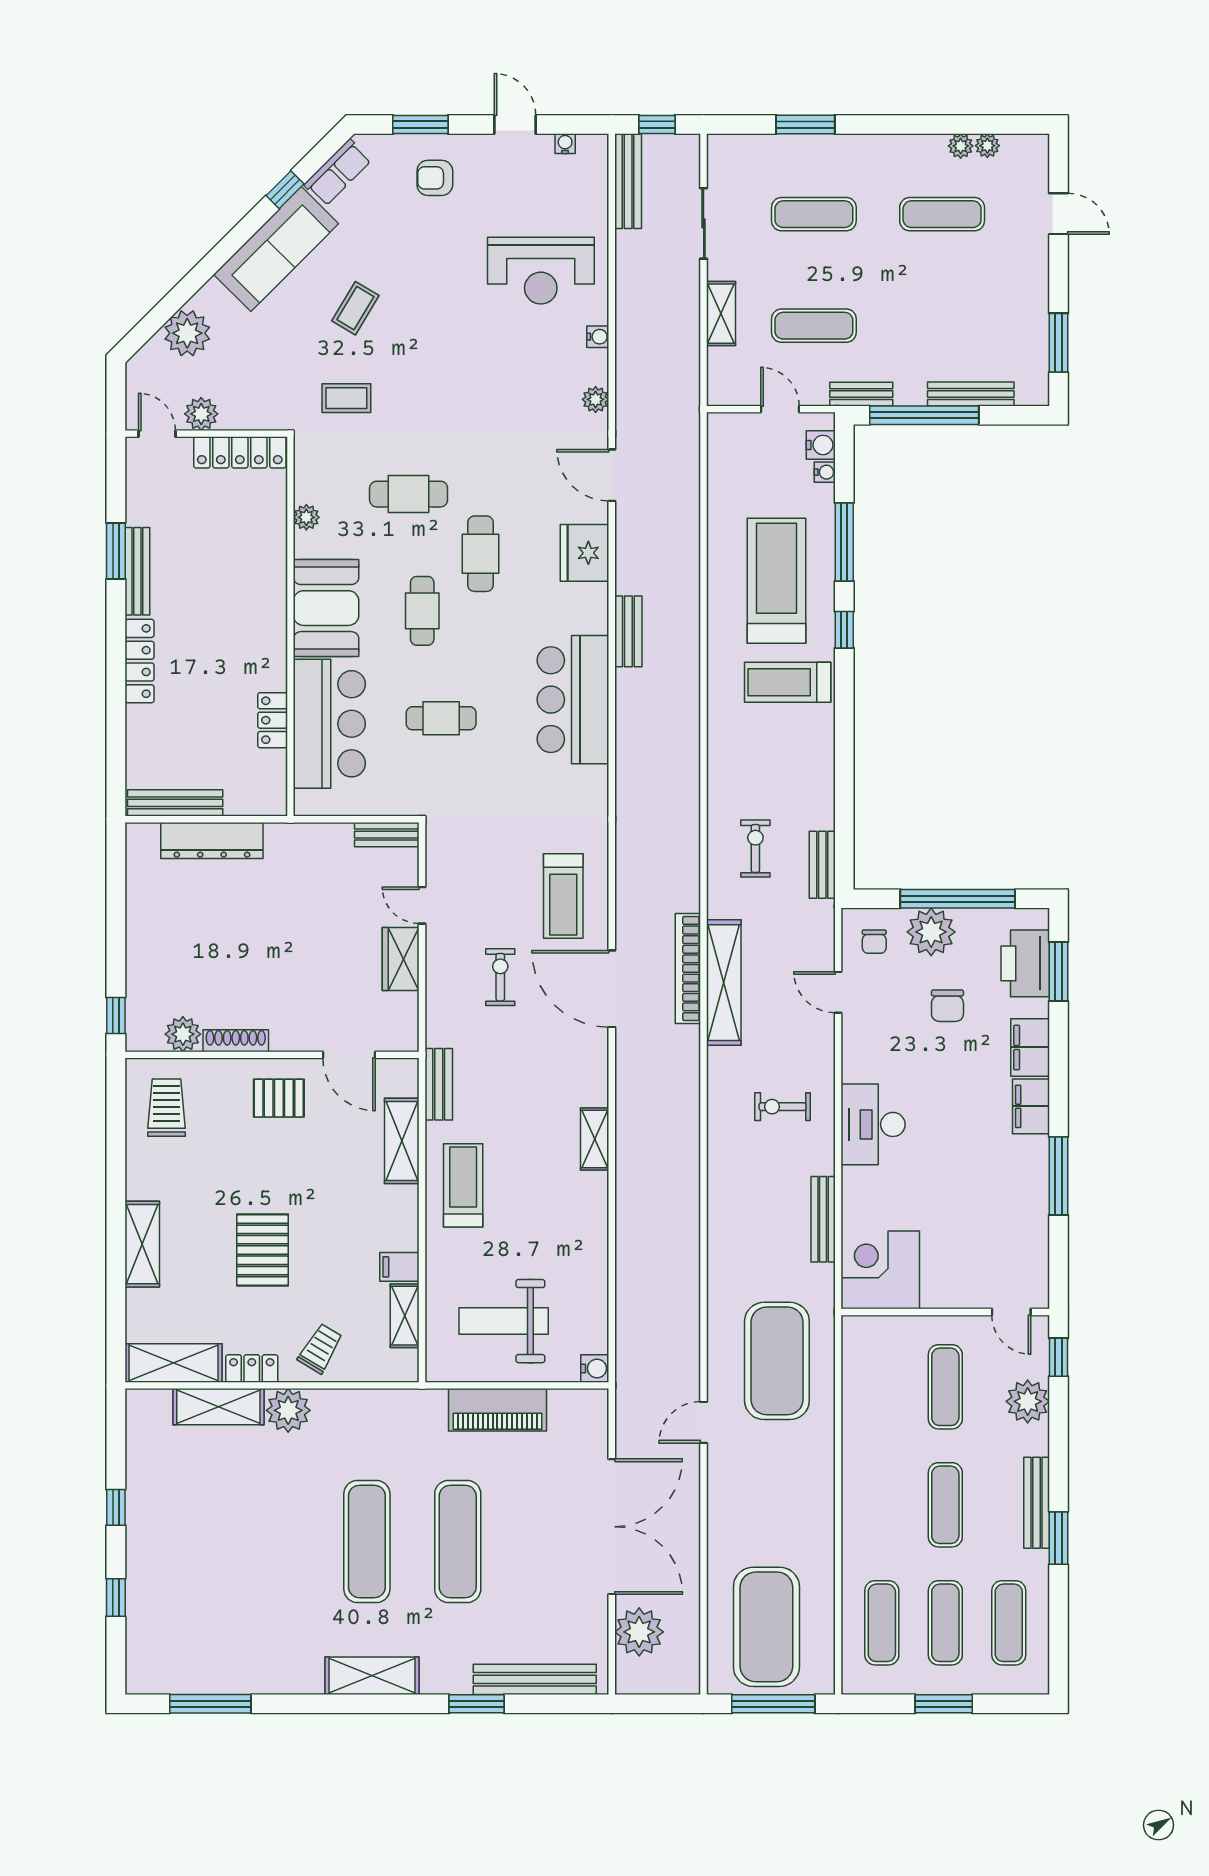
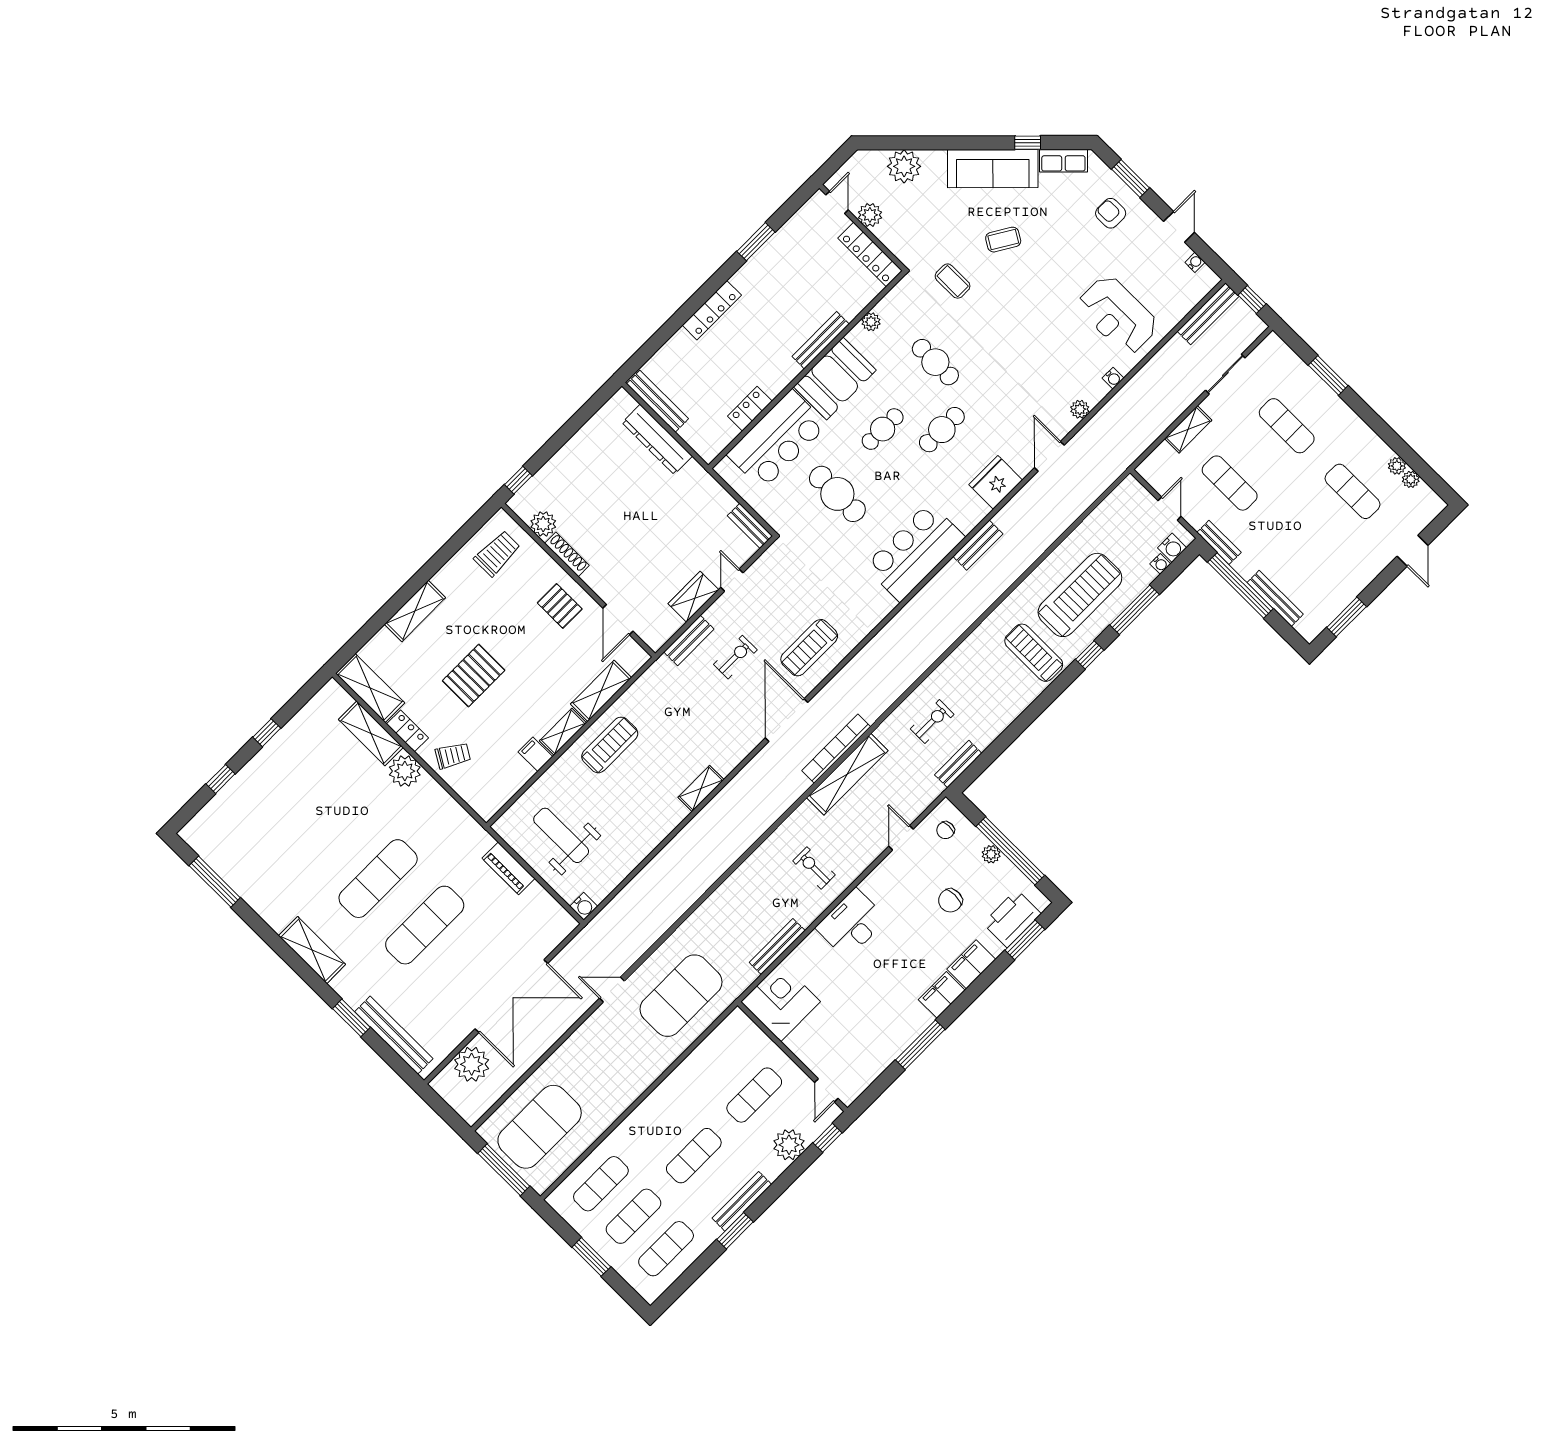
bench: (137, 571) -> (821, 340), moved
cafe table: (441, 718) -> (837, 494), width x1.37, depth x1.35
plant: (931, 932) -> (991, 854), width x0.53, depth x0.53
bench: (439, 1084) -> (689, 640), moved
shelving: (405, 1316) -> (563, 732), moved
piano: (497, 1410) -> (508, 868), width x0.73, depth x0.75

